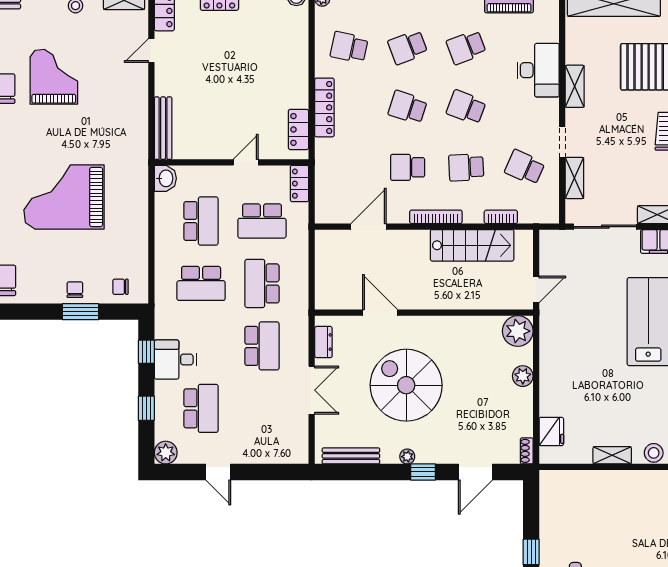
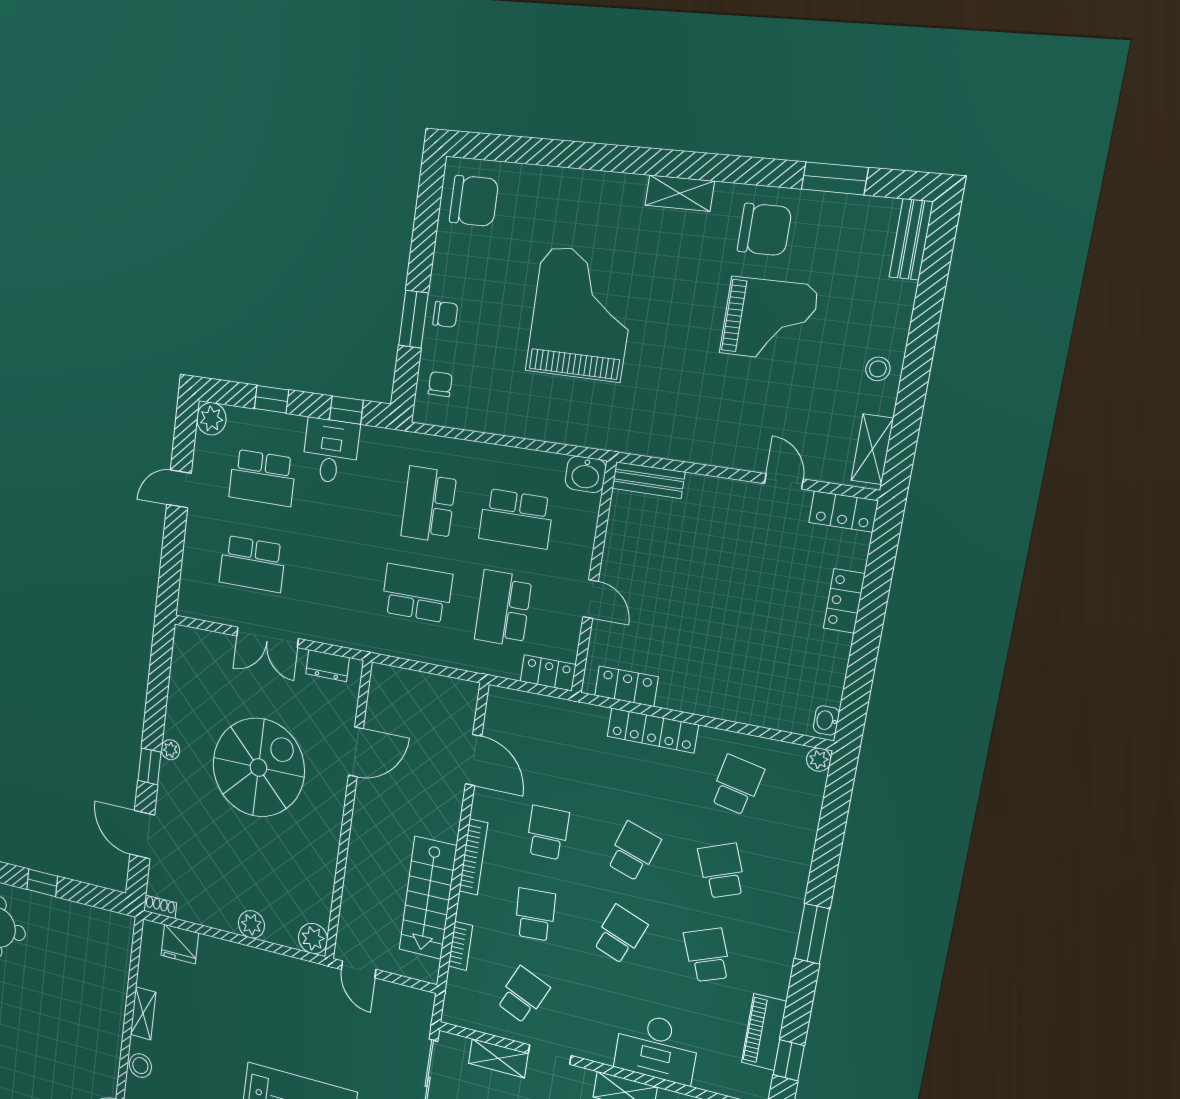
bench: (163, 128) -> (648, 480), width x0.73
plant: (518, 331) -> (313, 939), width x0.73, depth x0.73
school desk: (262, 346) -> (252, 564), moved
bench: (351, 456) -> (179, 675), removed

